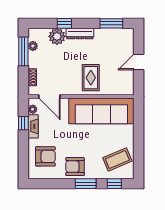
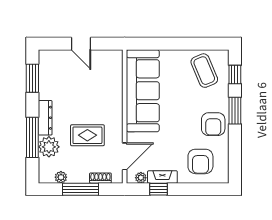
window: (64, 23) -> (32, 137), width x2.17
window: (23, 51) -> (80, 189), moved
rug: (91, 78) -> (87, 135), moved
armchair: (45, 156) -> (200, 161), turned 180

